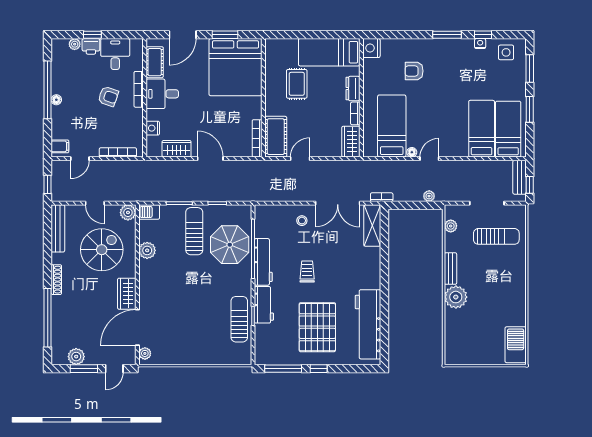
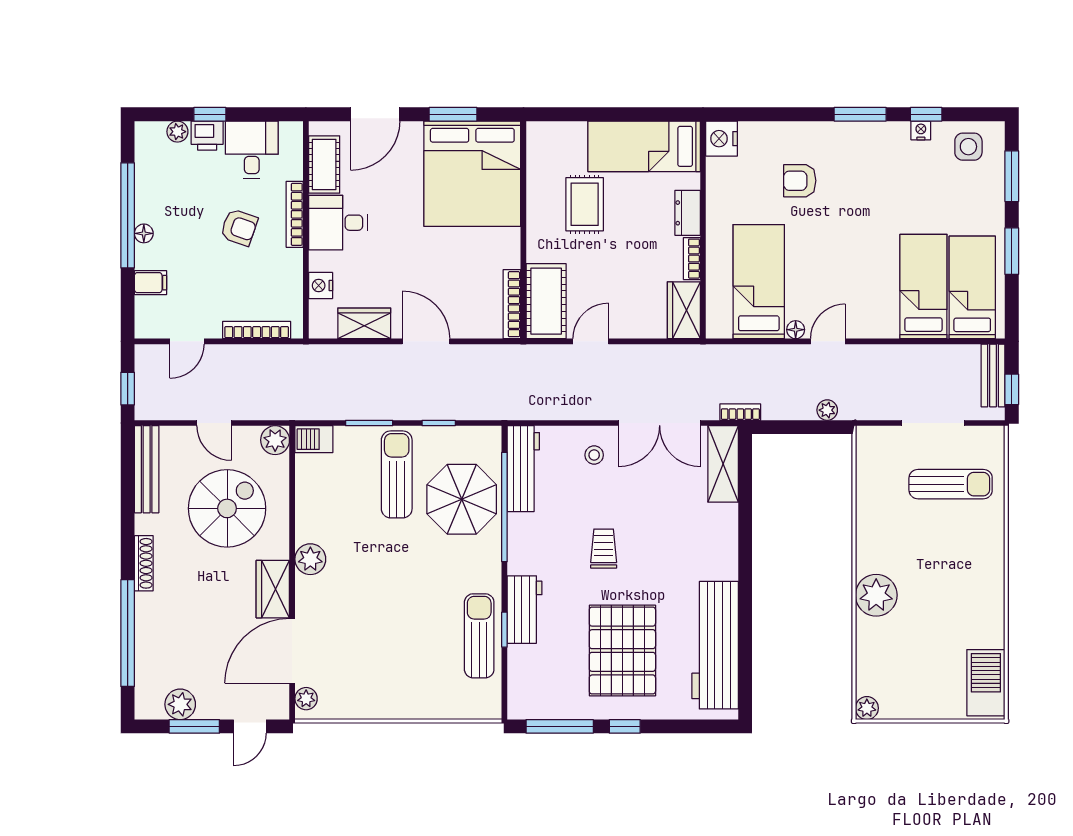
filing cabinet: (60, 146) -> (150, 283), moved
plant: (451, 226) -> (867, 708), moved
plant: (147, 250) -> (310, 559), moved
workbench: (263, 262) -> (523, 469), moved
bench: (450, 269) -> (867, 543), removed

